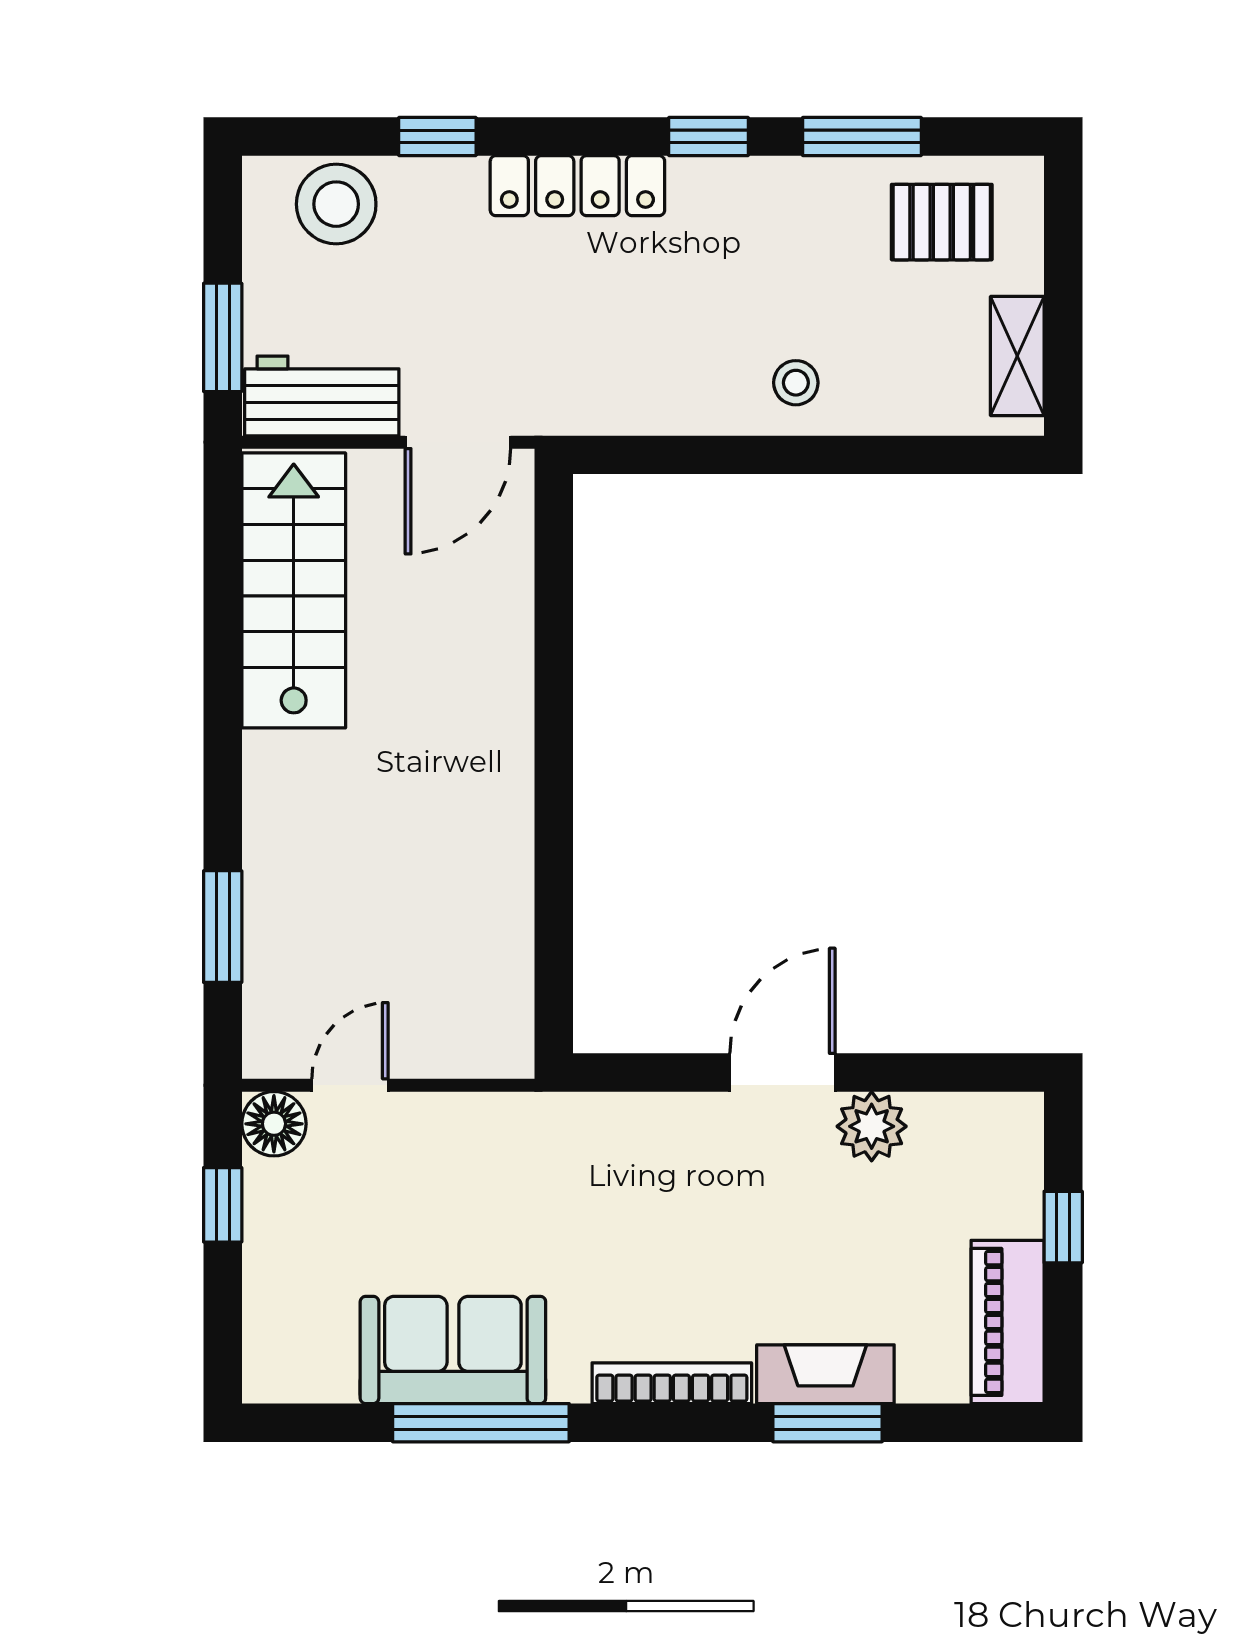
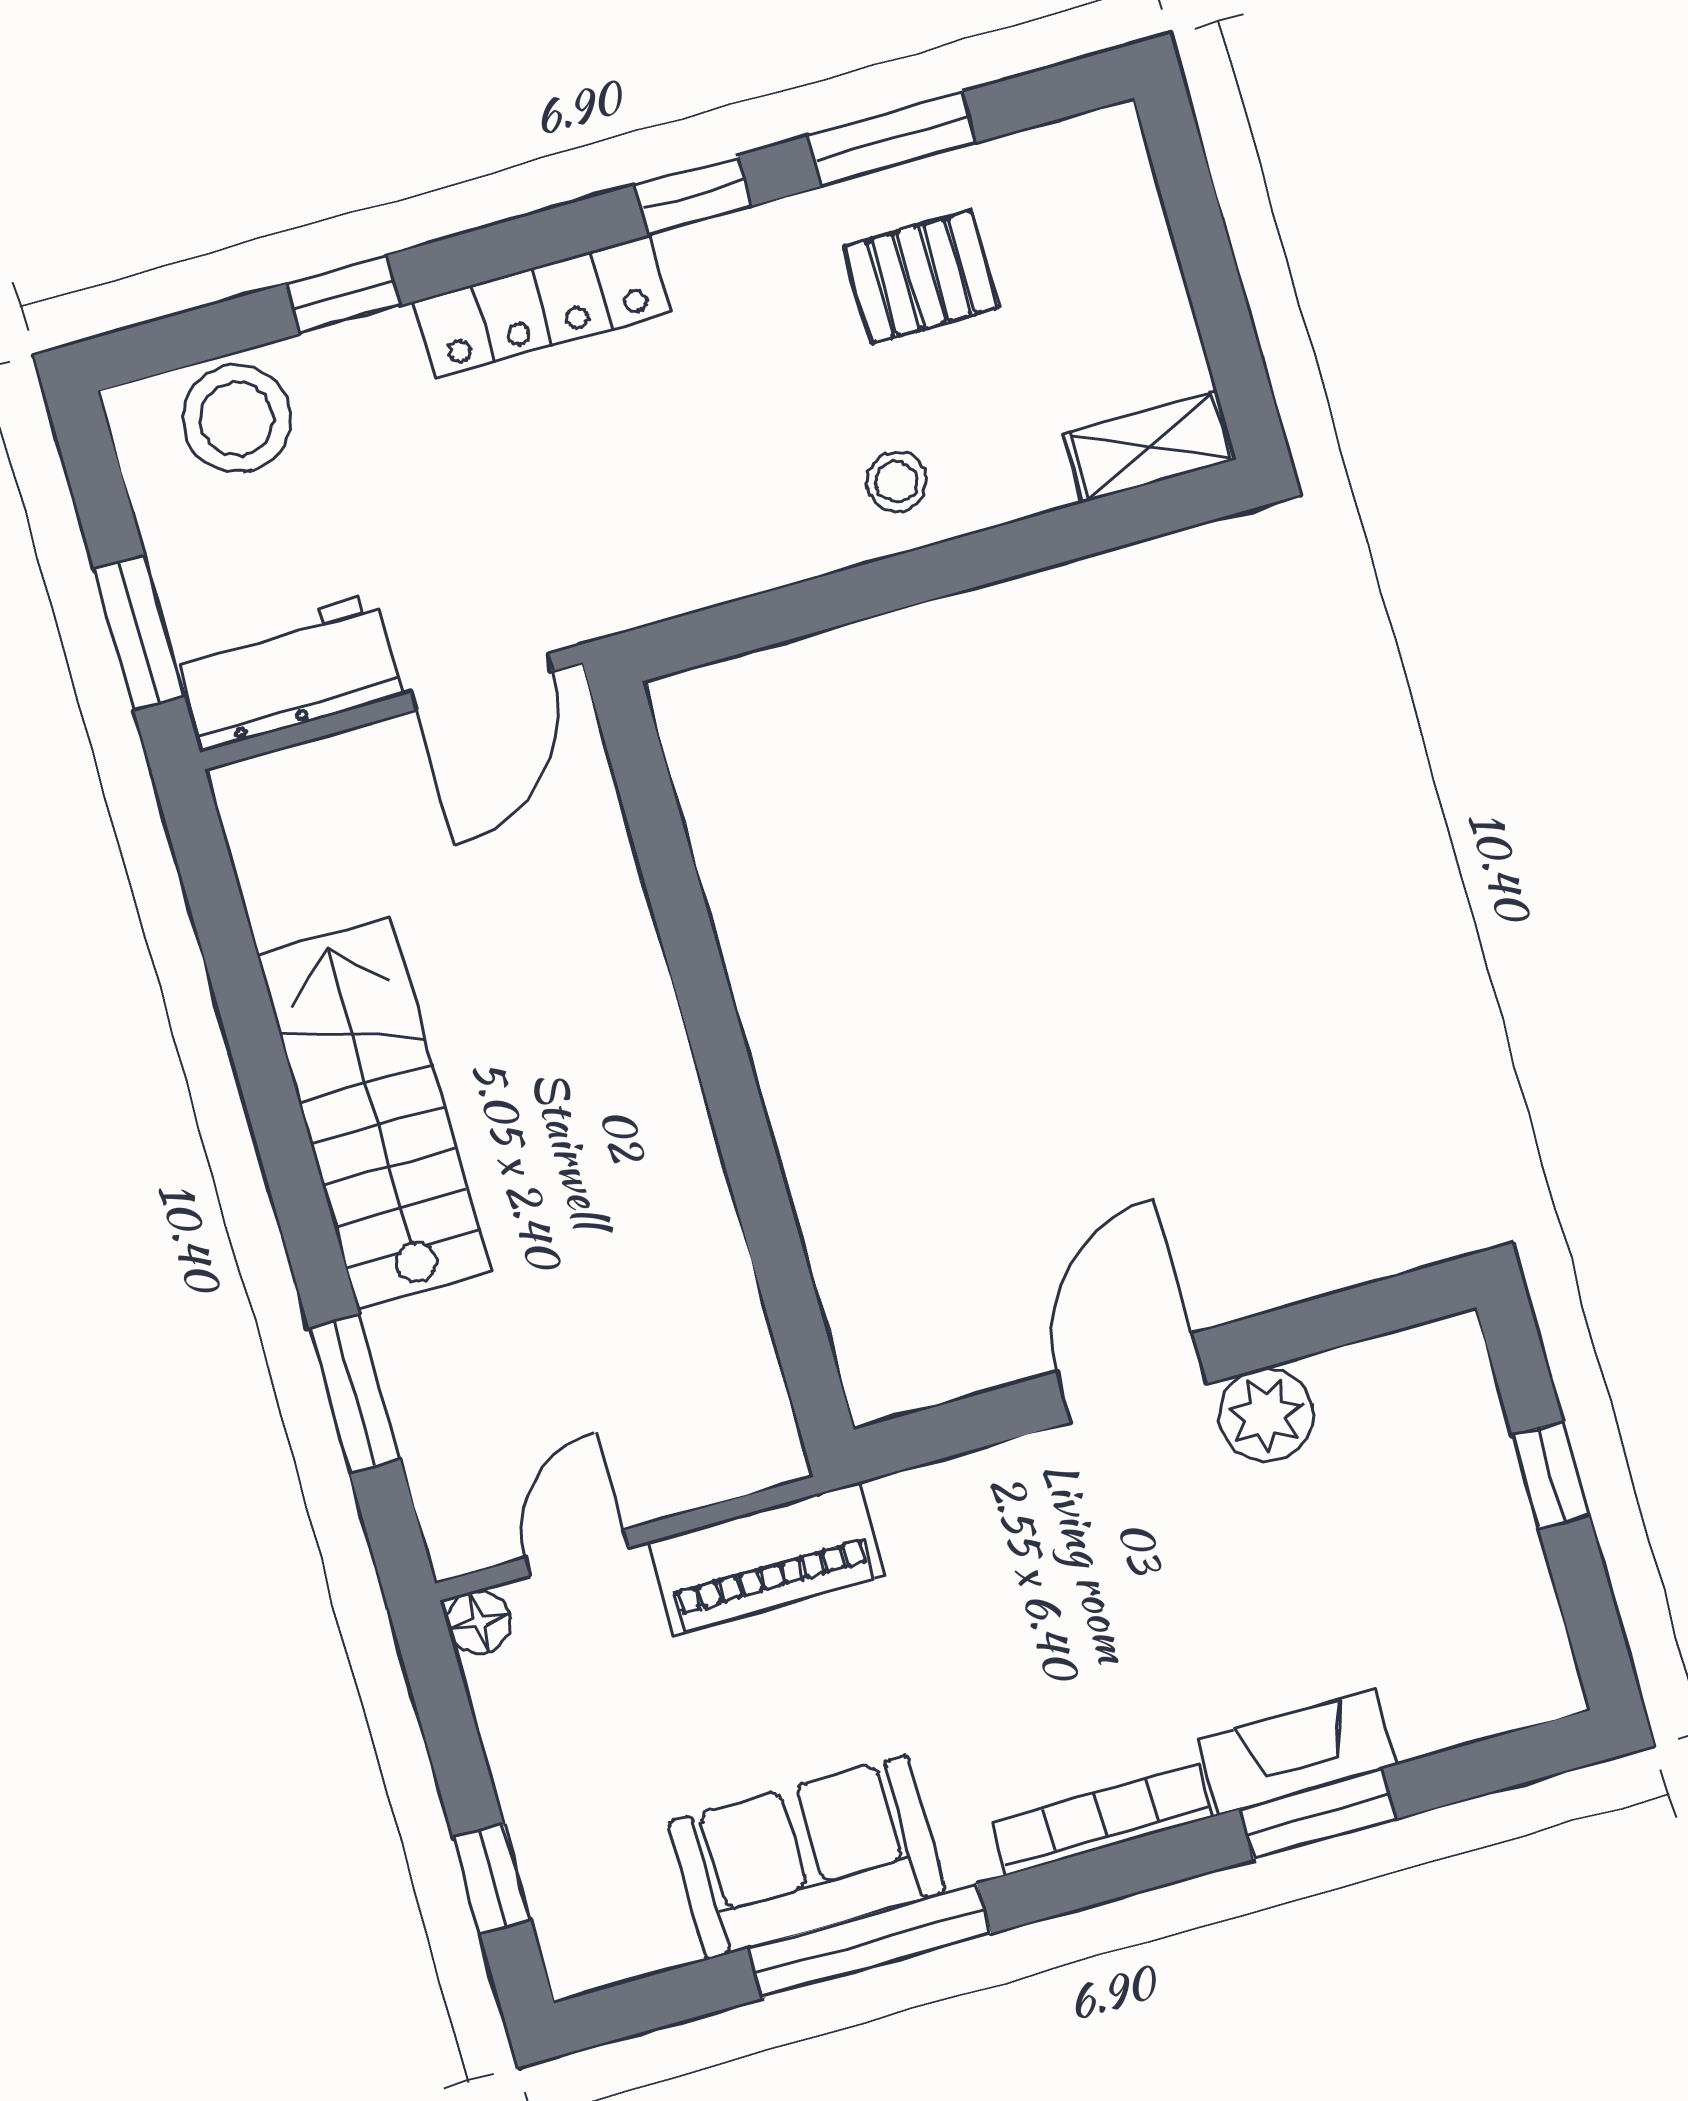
pallet: (942, 222) -> (921, 277), moved
shelving: (1017, 356) -> (1150, 447), moved, turned 90
stairs: (294, 590) -> (374, 1113), moved
floor lamp: (274, 1124) -> (479, 1622), width x0.73, depth x0.73
window: (223, 1205) -> (492, 1879), moved
piano: (1008, 1322) -> (766, 1559), moved, turned -90

